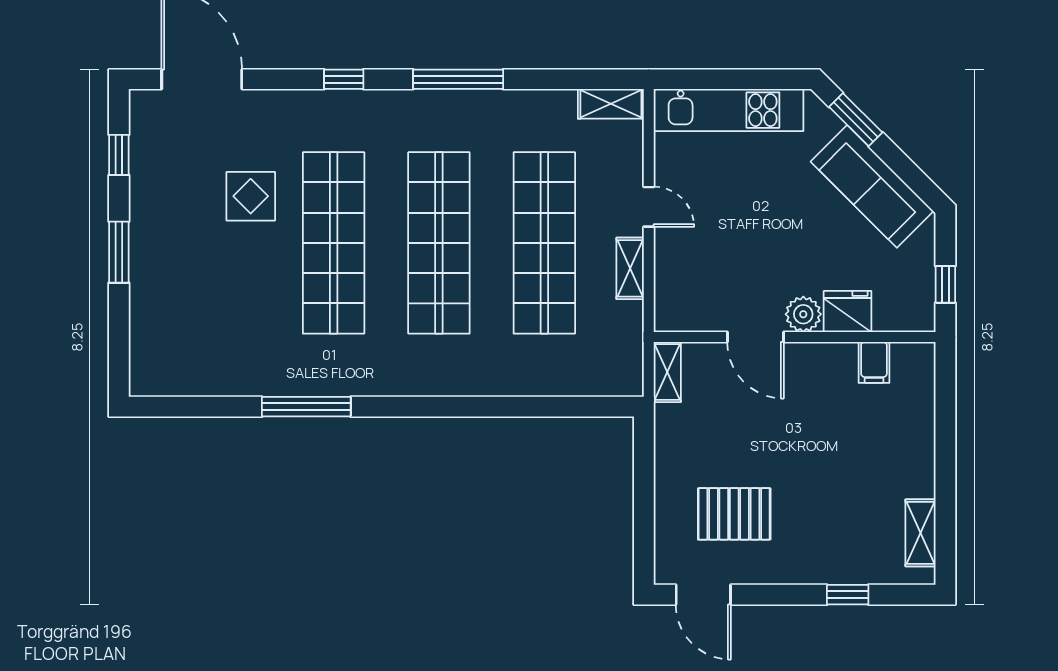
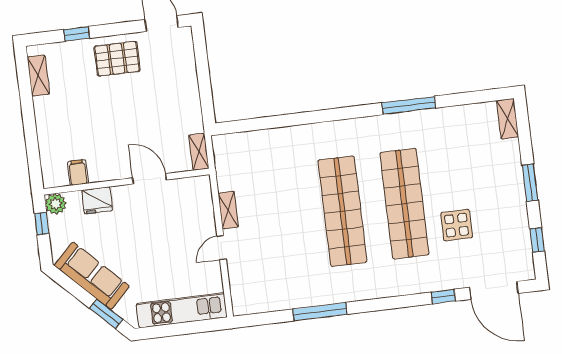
window: (344, 79) -> (443, 297), moved
window: (458, 79) -> (320, 312), moved
shelving: (611, 104) -> (508, 119), moved, turned 90
door: (649, 207) -> (222, 248), hinge flipped
shop shelf: (544, 243) -> (280, 219), removed
plant: (803, 314) -> (56, 204), moved
pallet: (734, 514) -> (117, 59), moved

